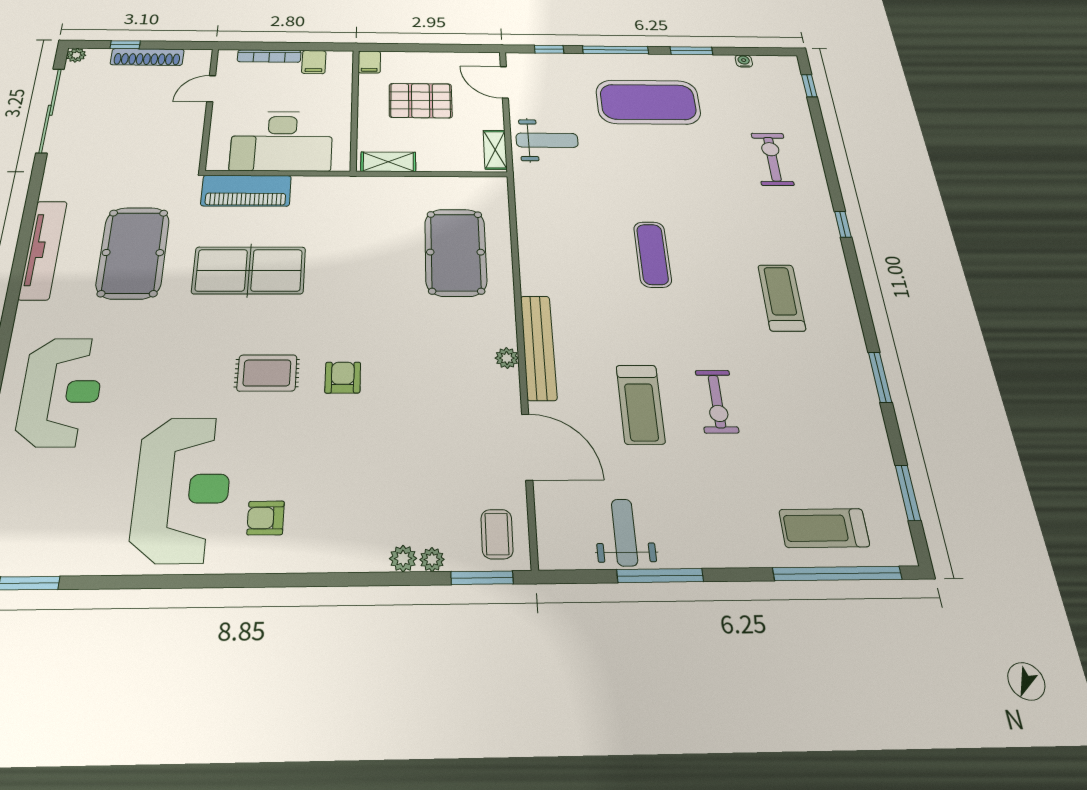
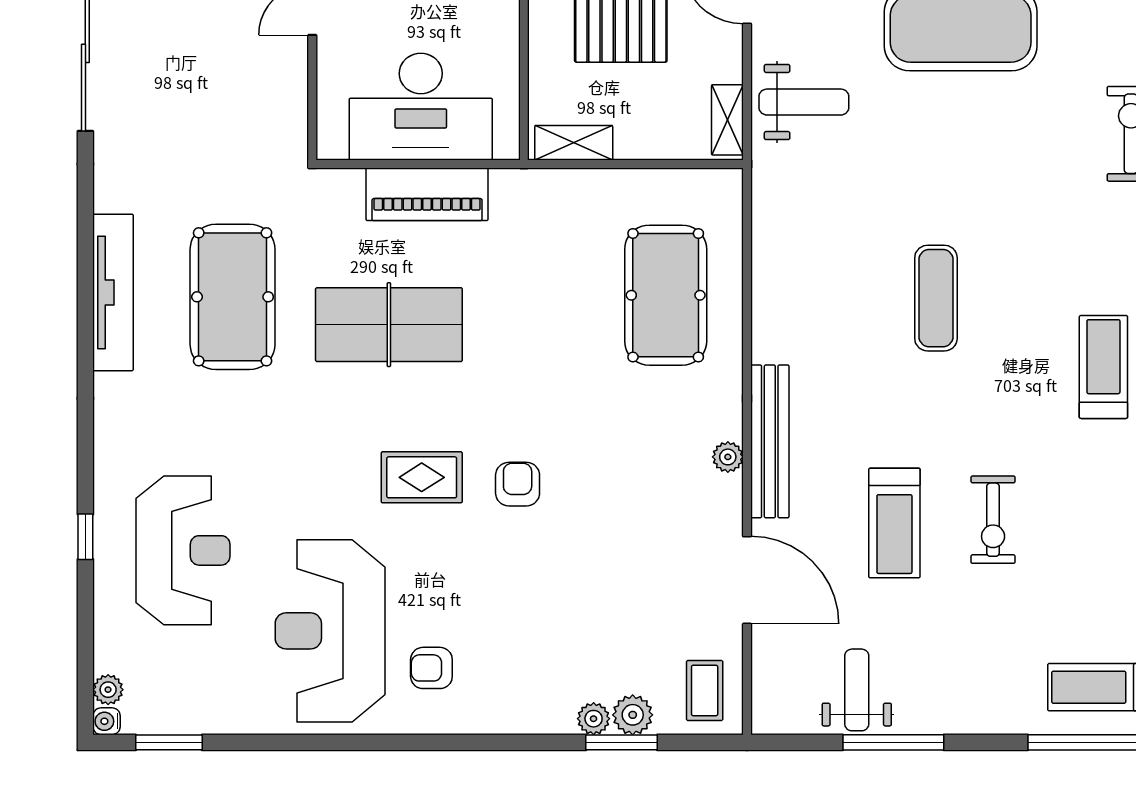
piano: (246, 191) -> (427, 194), moved
reception desk: (61, 392) -> (183, 550), moved
reception desk: (182, 489) -> (330, 631), turned 180
plant: (432, 560) -> (633, 715), width x1.38, depth x1.38
window: (482, 578) -> (622, 742), moved

